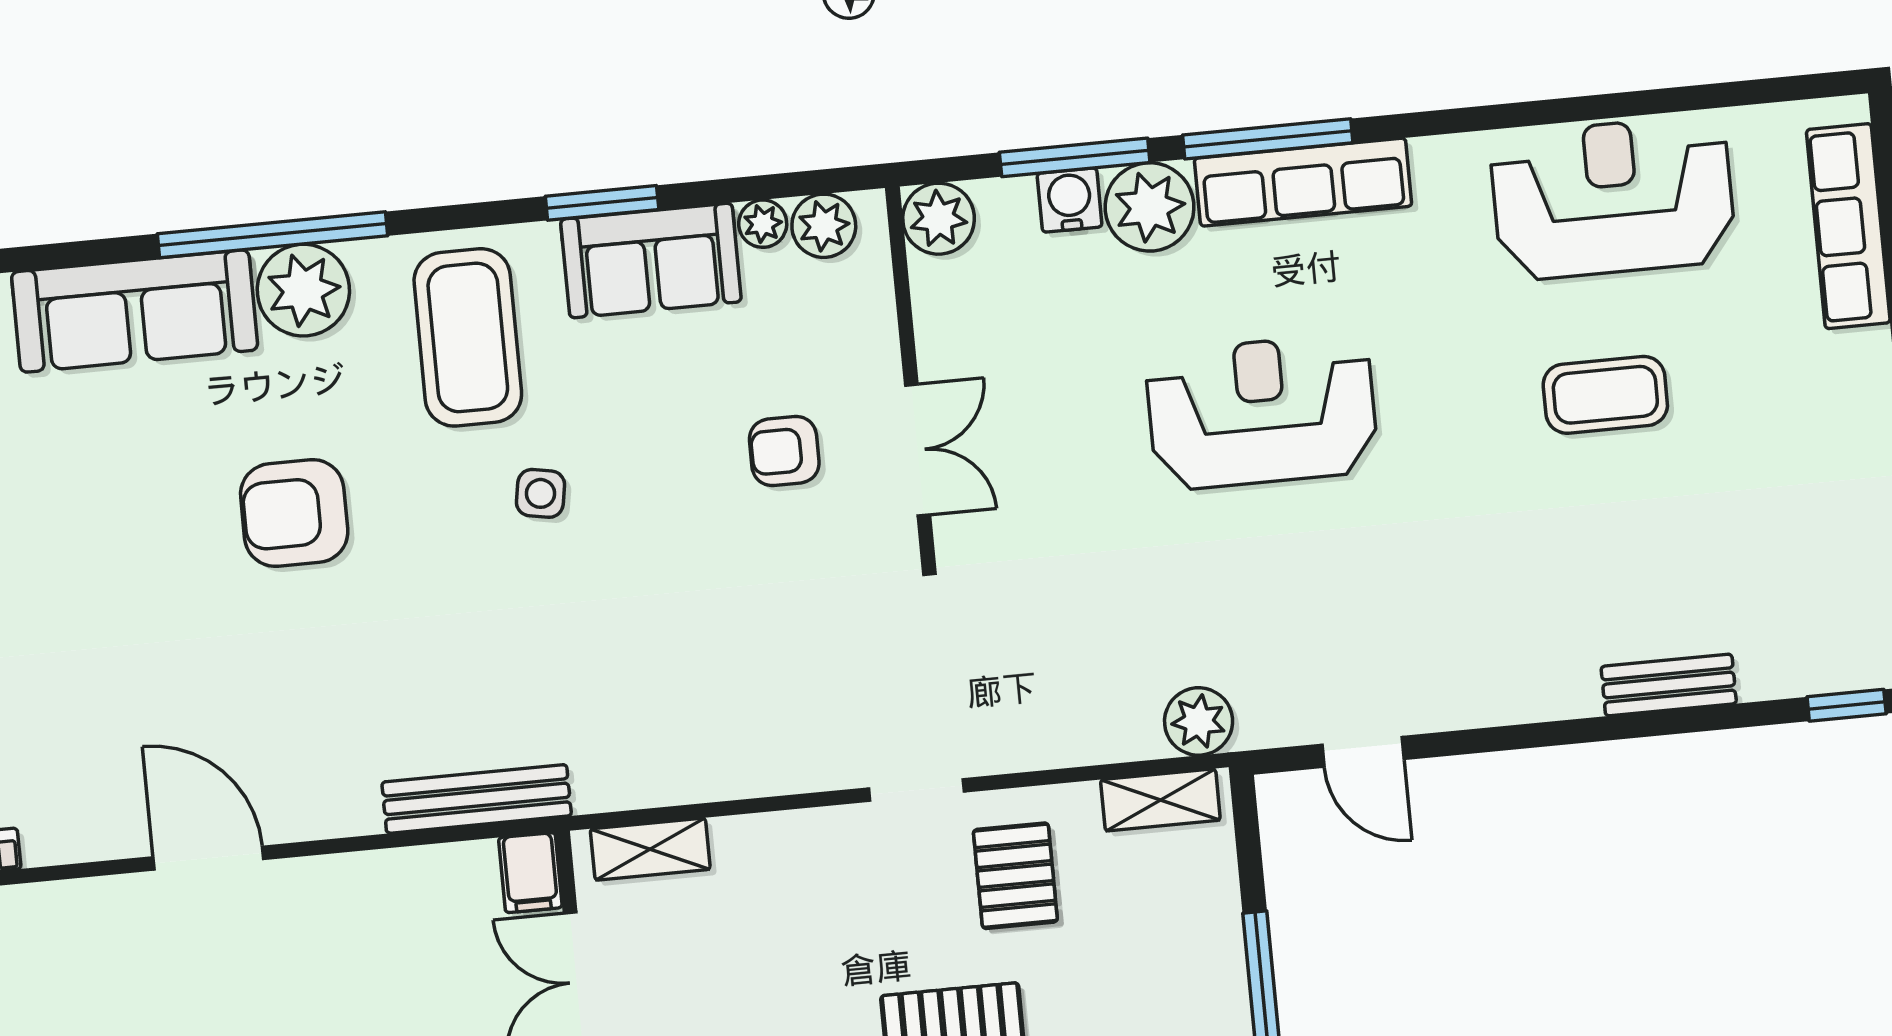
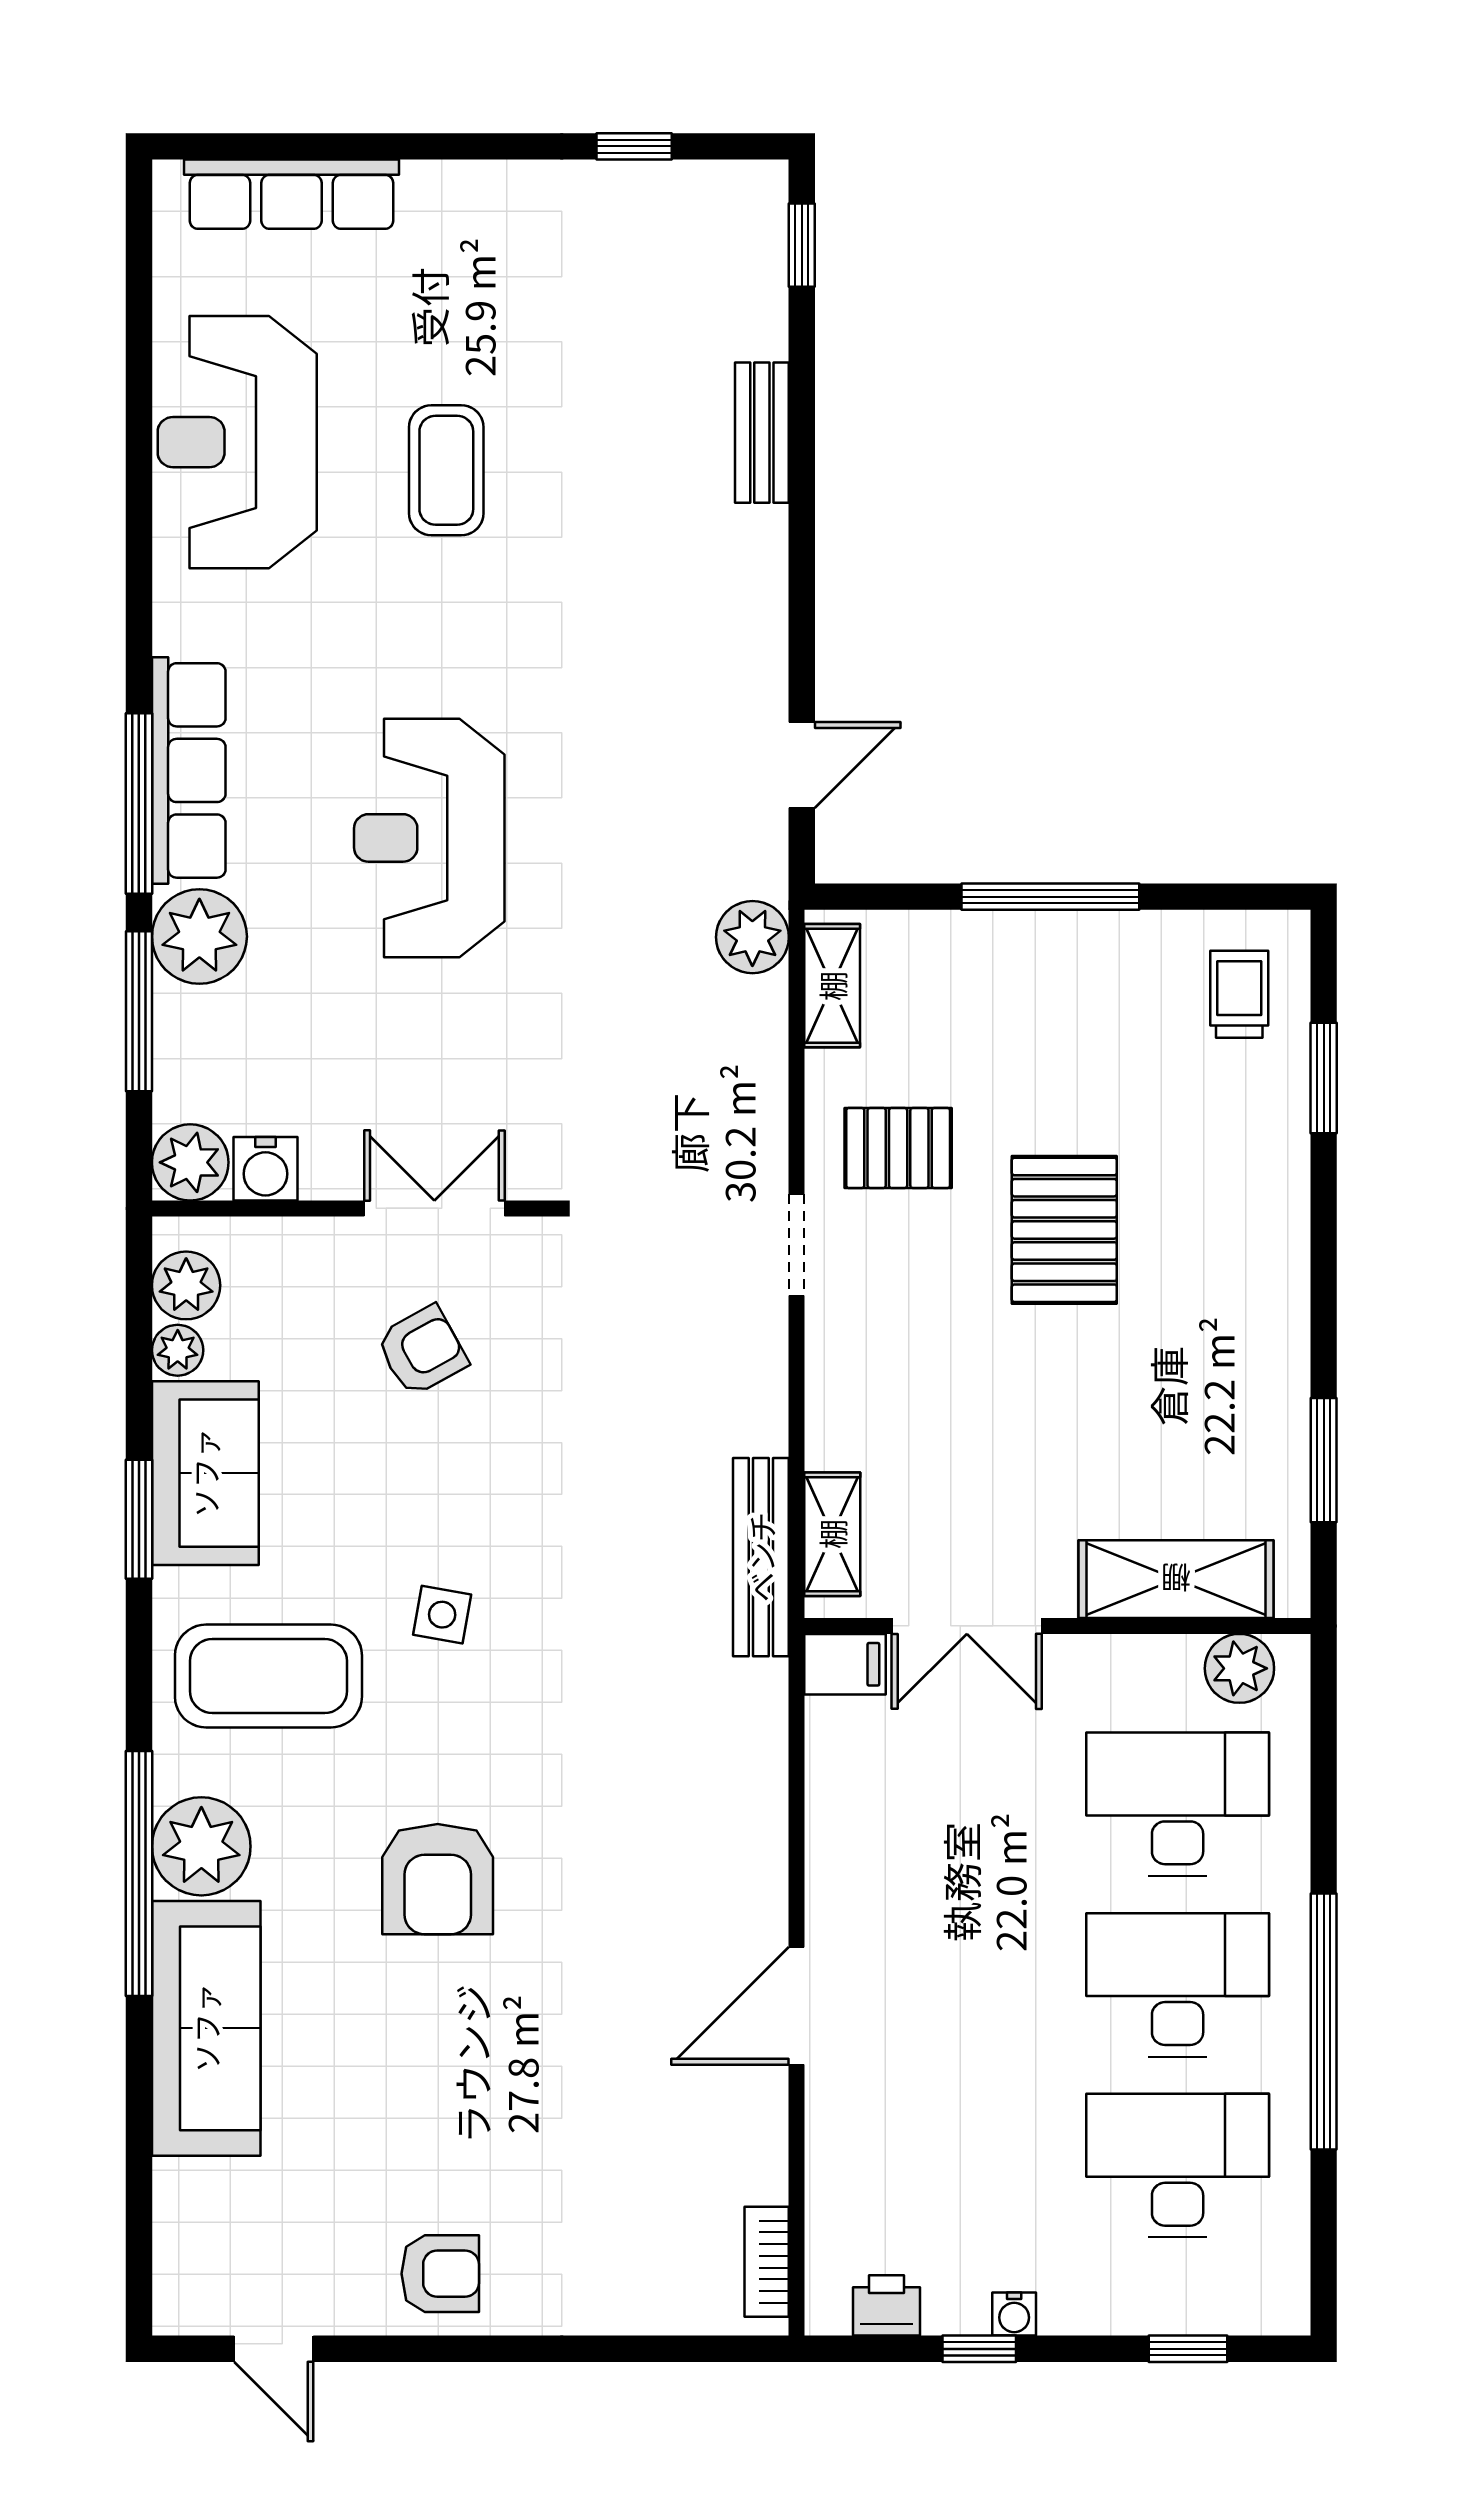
water cooler: (1070, 200) -> (266, 1169), moved, turned -90
armchair: (784, 451) -> (422, 1351), turned -119
bench: (477, 799) -> (761, 1557), moved

